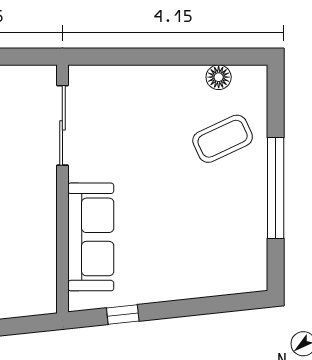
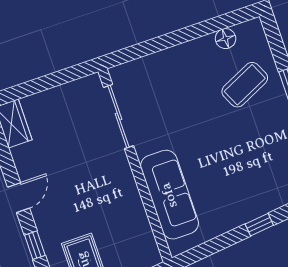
window: (123, 314) -> (259, 225), moved

